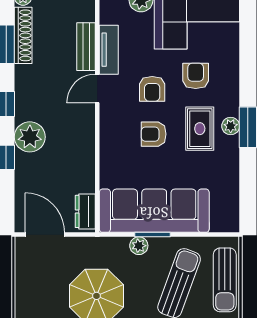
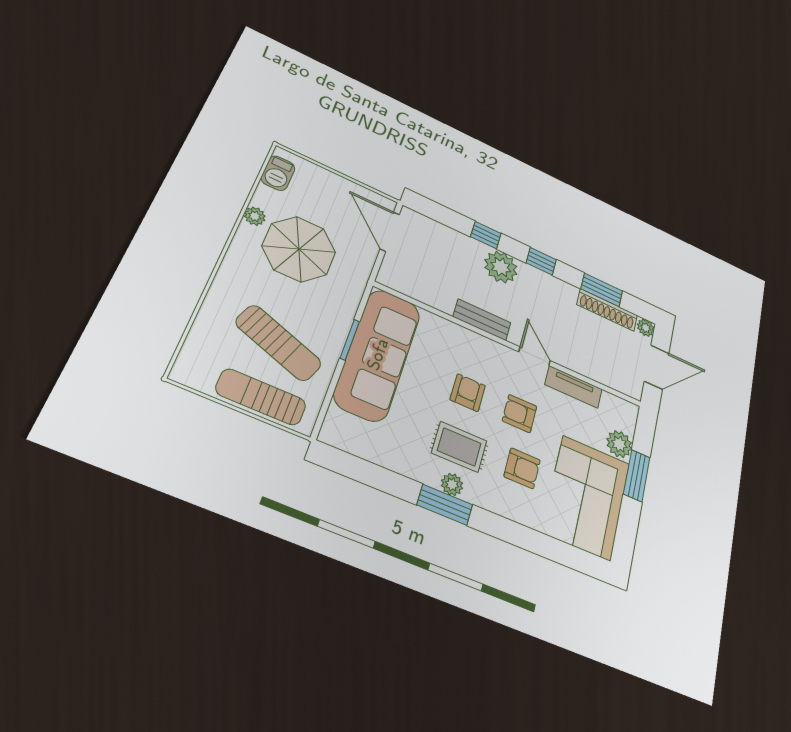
bench: (86, 47) -> (482, 320), moved
dresser: (85, 211) -> (402, 283), removed
door: (45, 235) -> (390, 232), swing flipped
plant: (139, 246) -> (342, 319), removed

